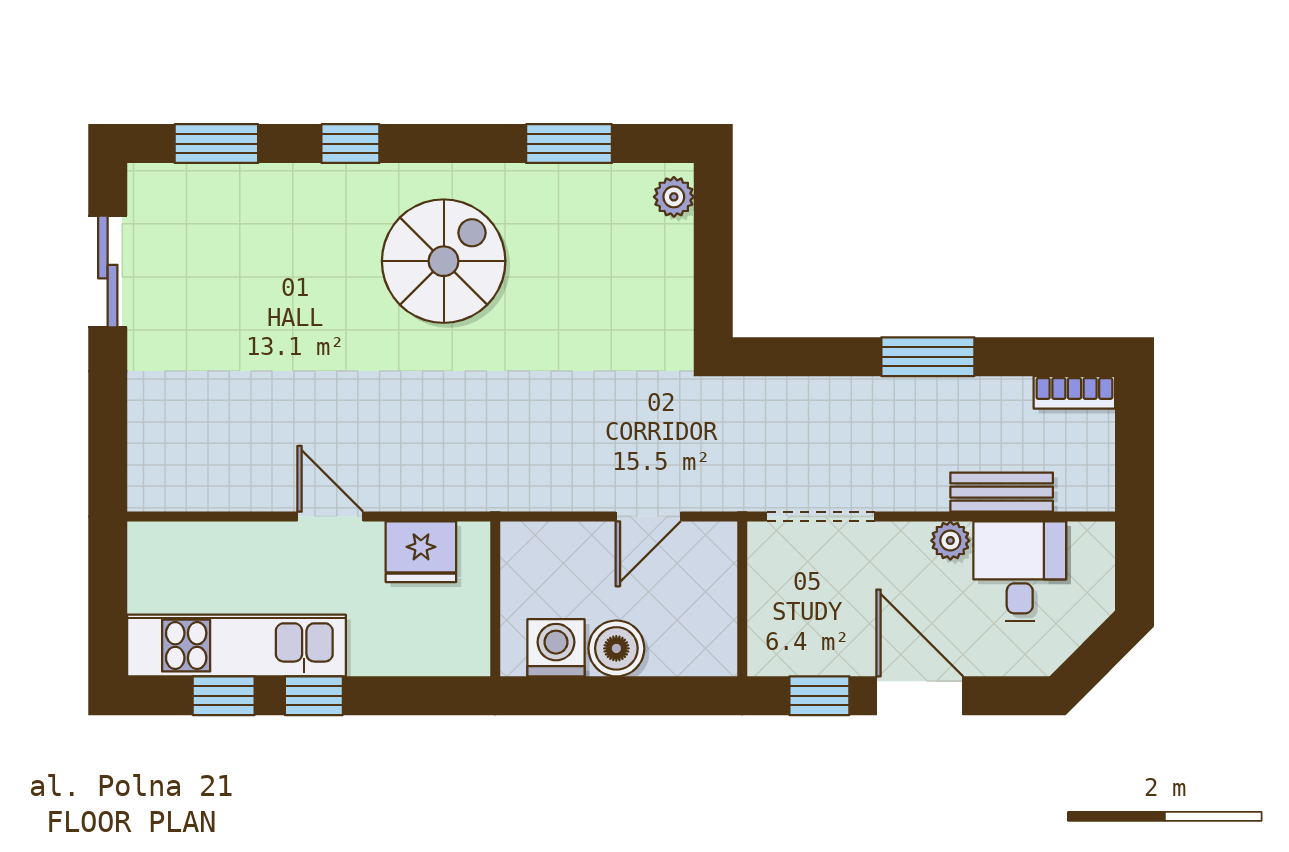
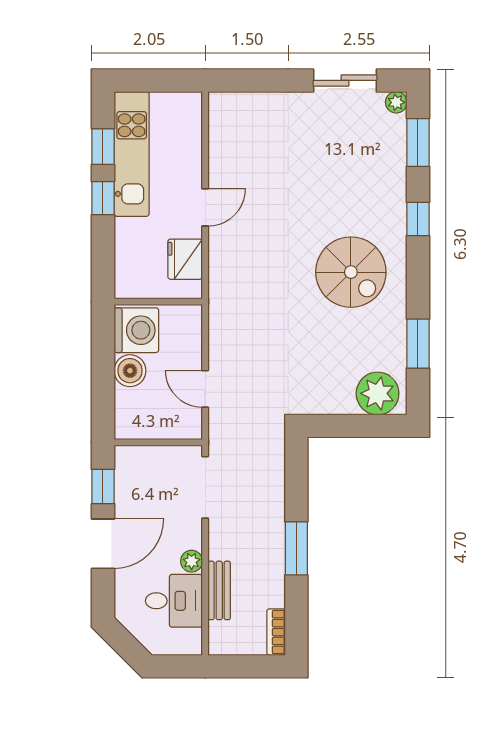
plant: (146, 182) -> (396, 102), added
plant: (674, 197) -> (378, 393), width x1.87, depth x1.87
washing machine: (556, 648) -> (136, 330), width x1.37, depth x1.37

